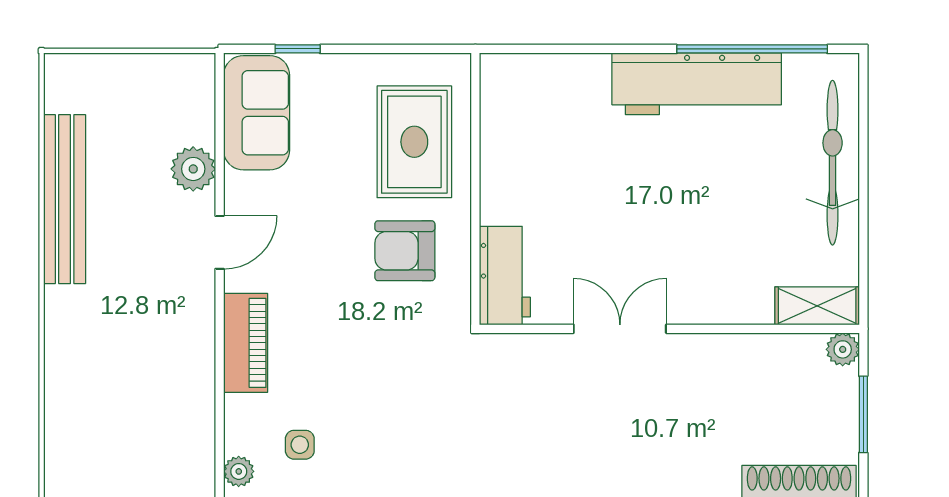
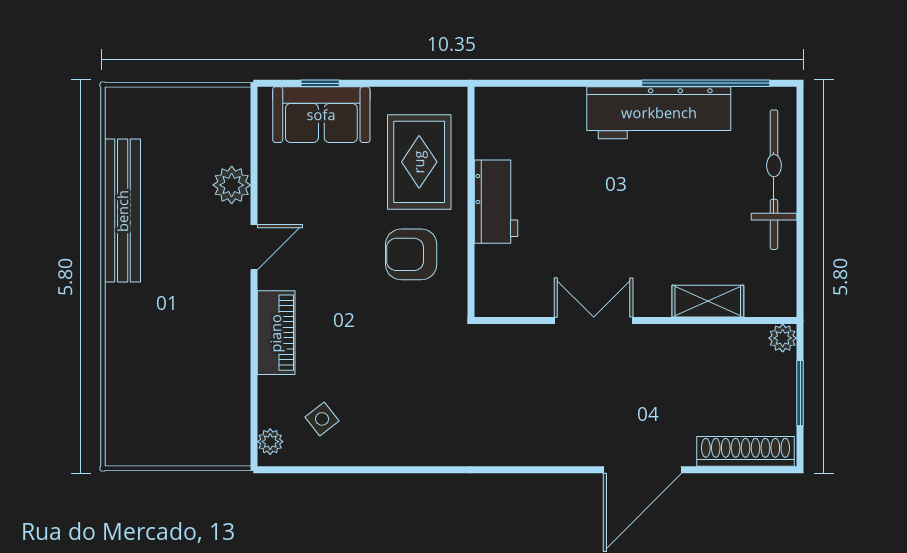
sofa: (257, 113) -> (321, 115), moved, turned 90
workbench: (505, 276) -> (496, 202), moved
shelving: (817, 306) -> (708, 301), moved
side table: (300, 445) -> (322, 419), turned -38

